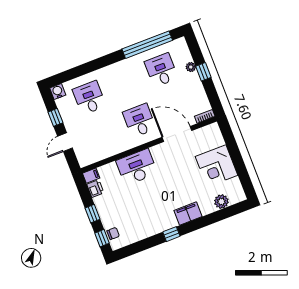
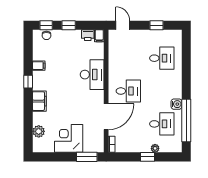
water cooler: (58, 92) -> (176, 104), moved
window: (229, 138) -> (87, 157), added
door: (65, 142) -> (123, 25), moved
filing cabinet: (149, 229) -> (39, 66), added

